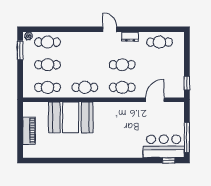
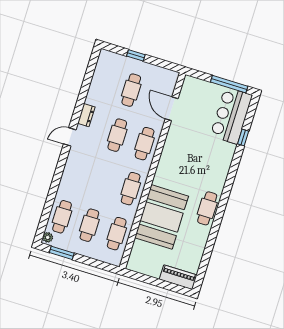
cafe table: (160, 42) -> (131, 90), moved
window: (187, 83) -> (136, 55), moved
piano: (29, 131) -> (178, 277), moved
cafe table: (88, 150) -> (207, 208), added
window: (169, 160) -> (243, 138), moved

